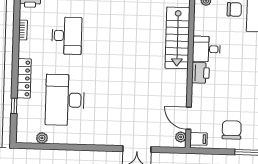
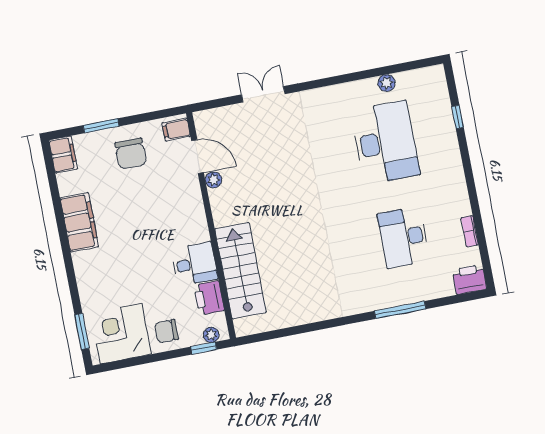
printer: (200, 73) -> (209, 298), moved
locker: (24, 78) -> (452, 161), removed
plant: (181, 137) -> (213, 180), moved
plant: (42, 138) -> (387, 83), moved

